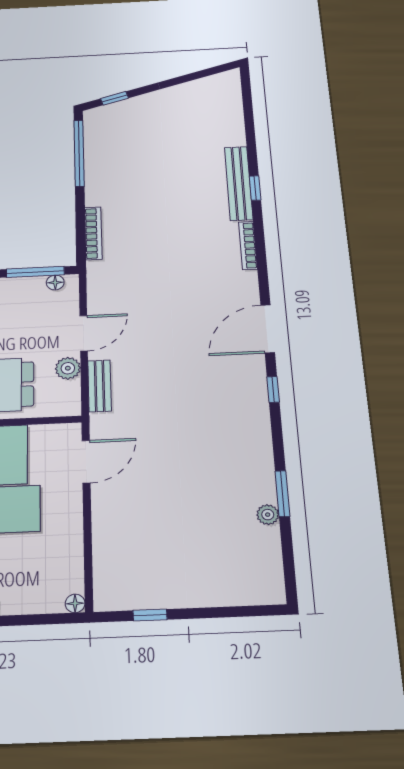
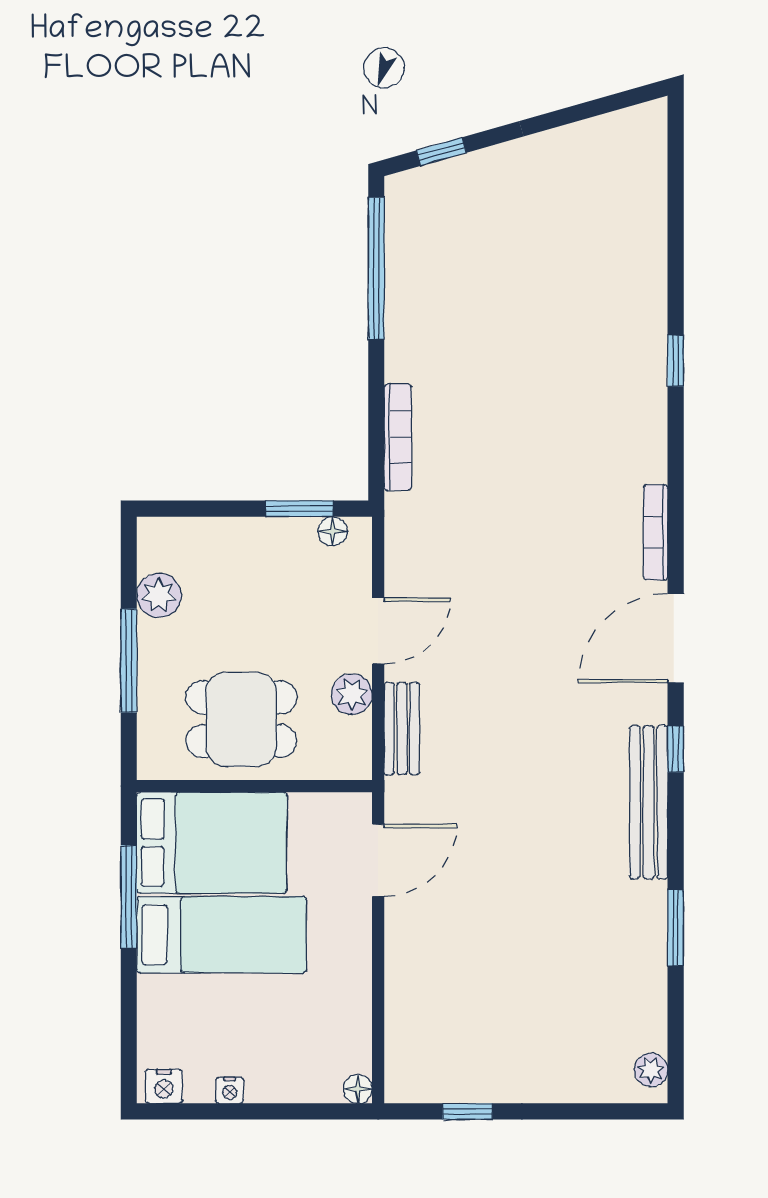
bench: (239, 183) -> (649, 802), moved
bookcase: (248, 245) -> (655, 532), moved
window: (35, 272) -> (299, 509), width x0.69
plant: (268, 515) -> (651, 1070), moved

